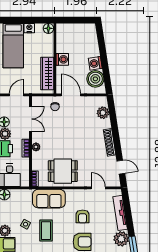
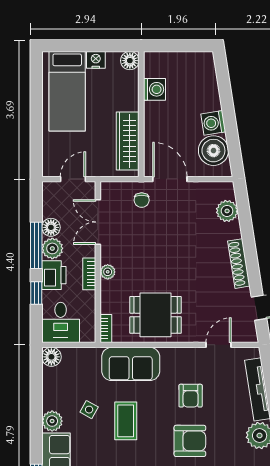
washing machine: (62, 59) -> (154, 89), moved
double door: (31, 119) -> (98, 222), swing flipped
door: (98, 188) -> (218, 345), hinge flipped

